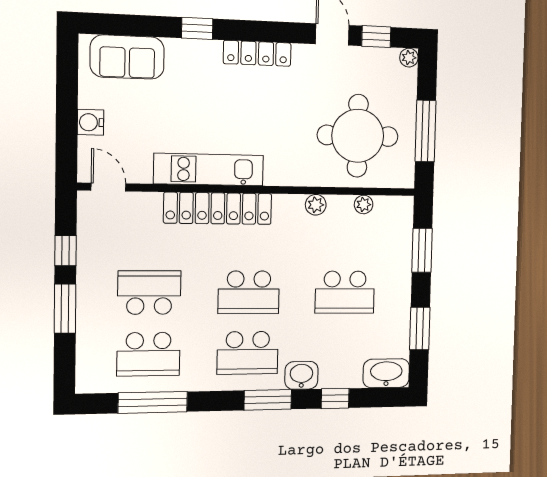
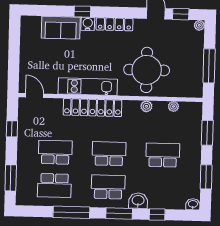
sofa: (127, 57) -> (61, 28), moved
water cooler: (91, 122) -> (88, 24), moved, turned 90
round table: (358, 136) -> (147, 70), moved
school desk: (249, 292) -> (109, 154), turned 180
school desk: (345, 292) -> (163, 155), turned 180
window: (65, 309) -> (11, 178), moved
school desk: (248, 353) -> (108, 187), turned 180
washbasin: (386, 373) -> (193, 204), width x0.52, depth x0.69
window: (153, 402) -> (71, 212), moved

